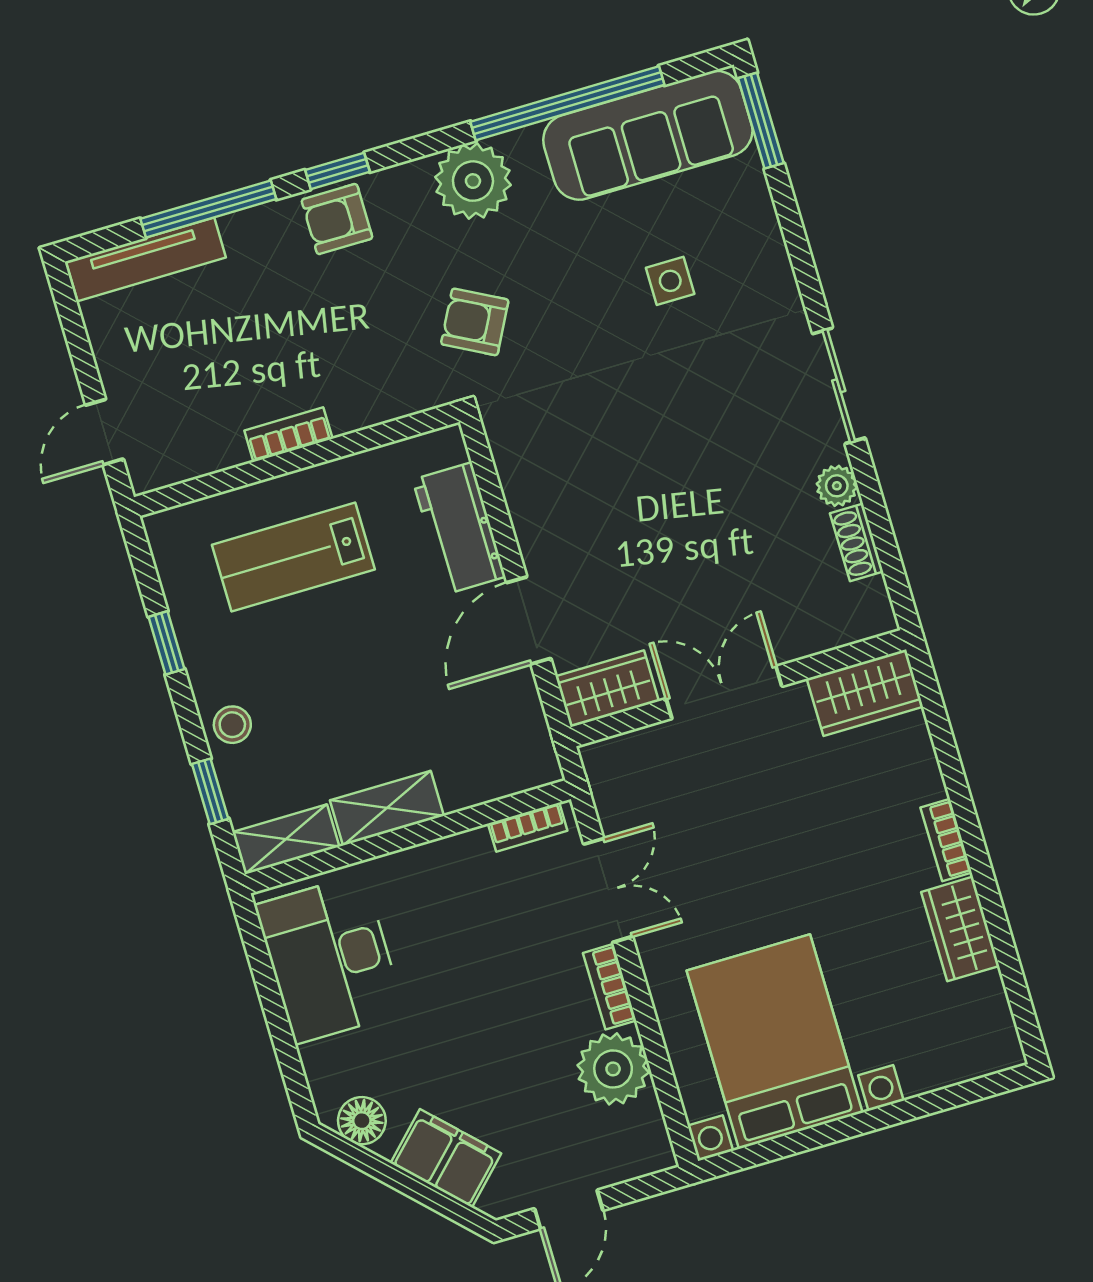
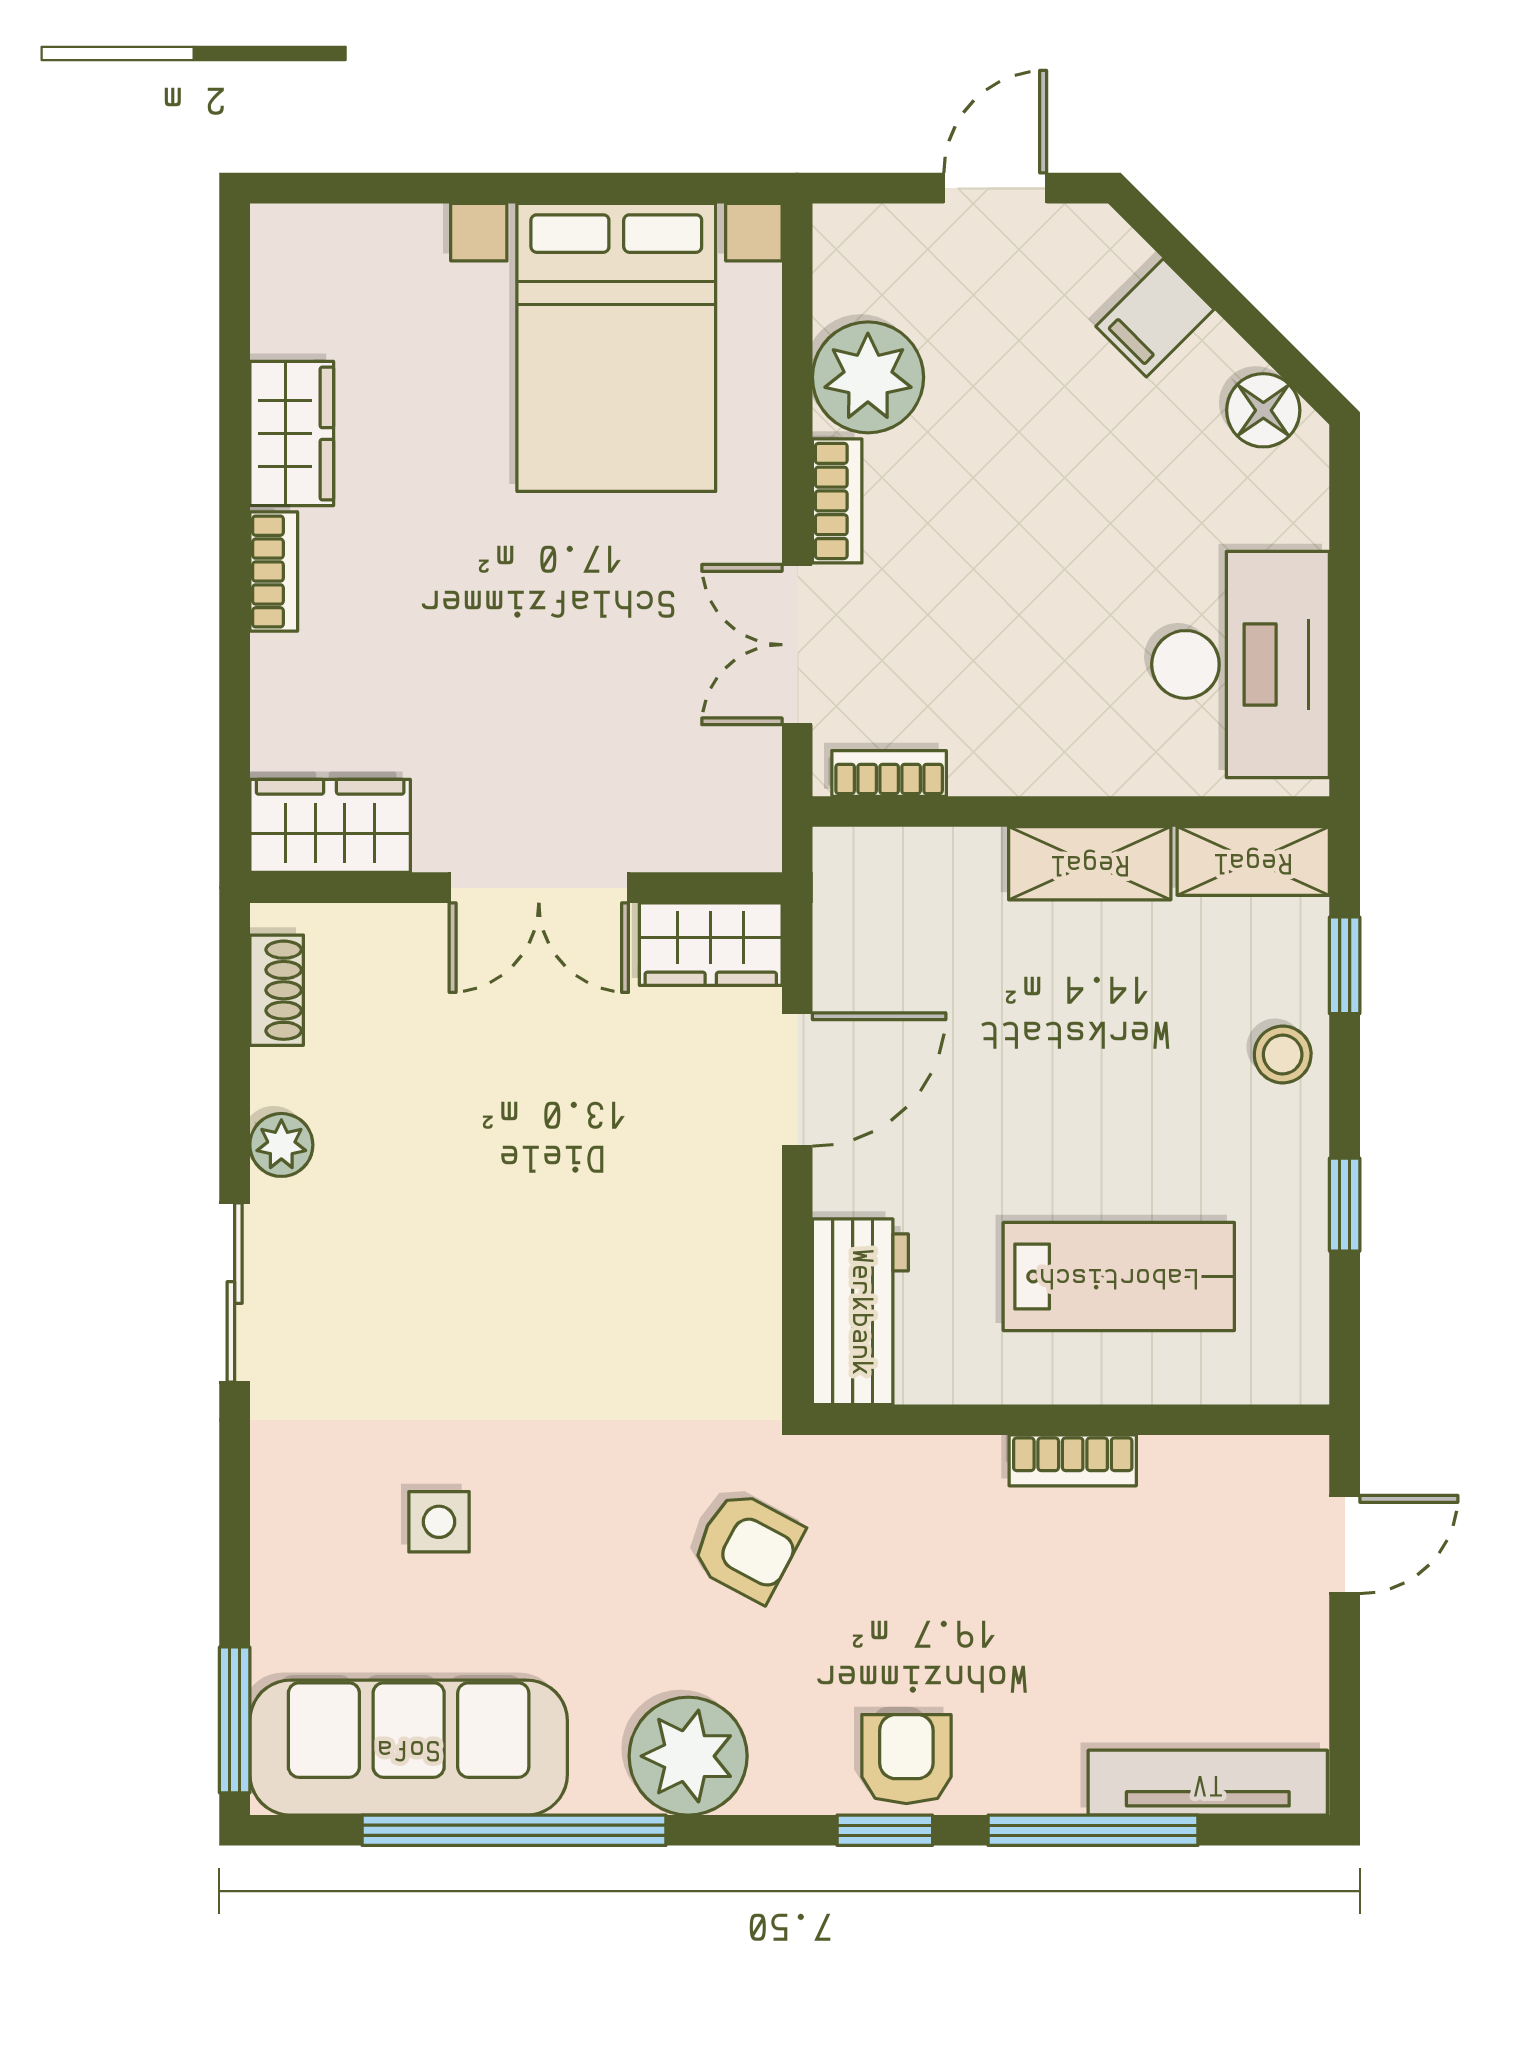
armchair: (337, 219) -> (906, 1759), turned -90
workbench: (459, 528) -> (860, 1312), moved
shoe rack: (857, 542) -> (277, 990), moved
filing cabinet: (446, 1158) -> (1155, 318), width x0.50

